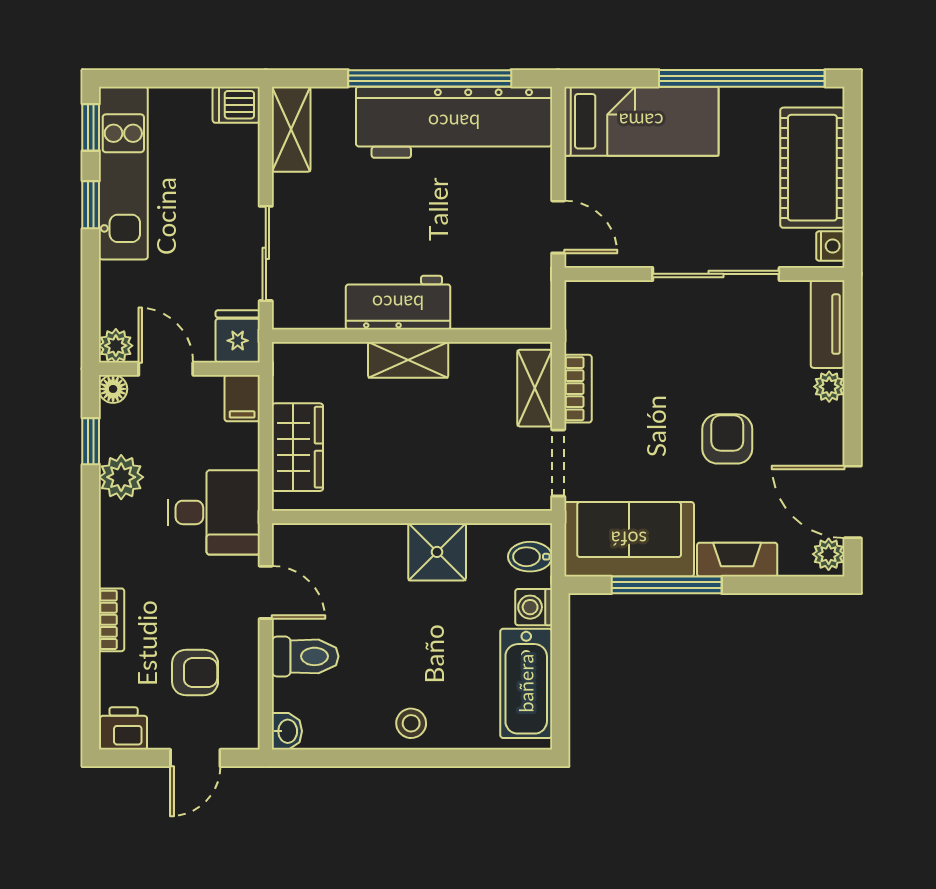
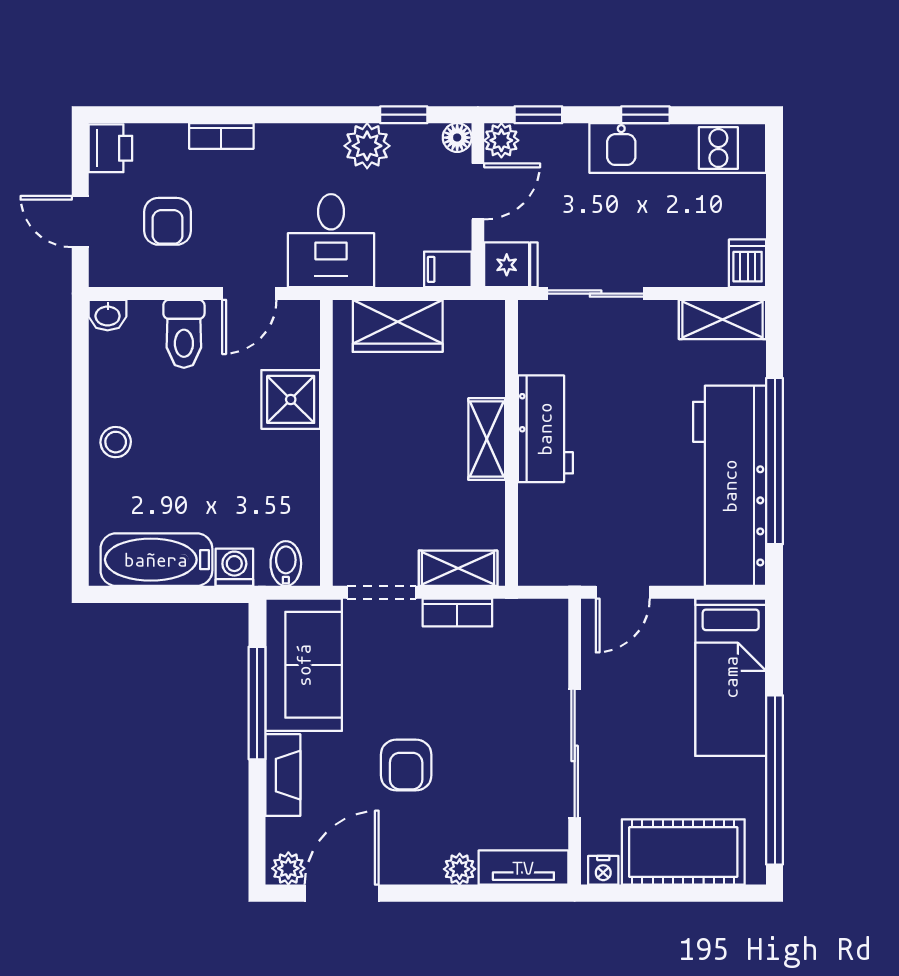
window: (91, 127) -> (538, 115), moved
armchair: (727, 439) -> (406, 765), turned 90
shower: (437, 552) -> (291, 399), moved

